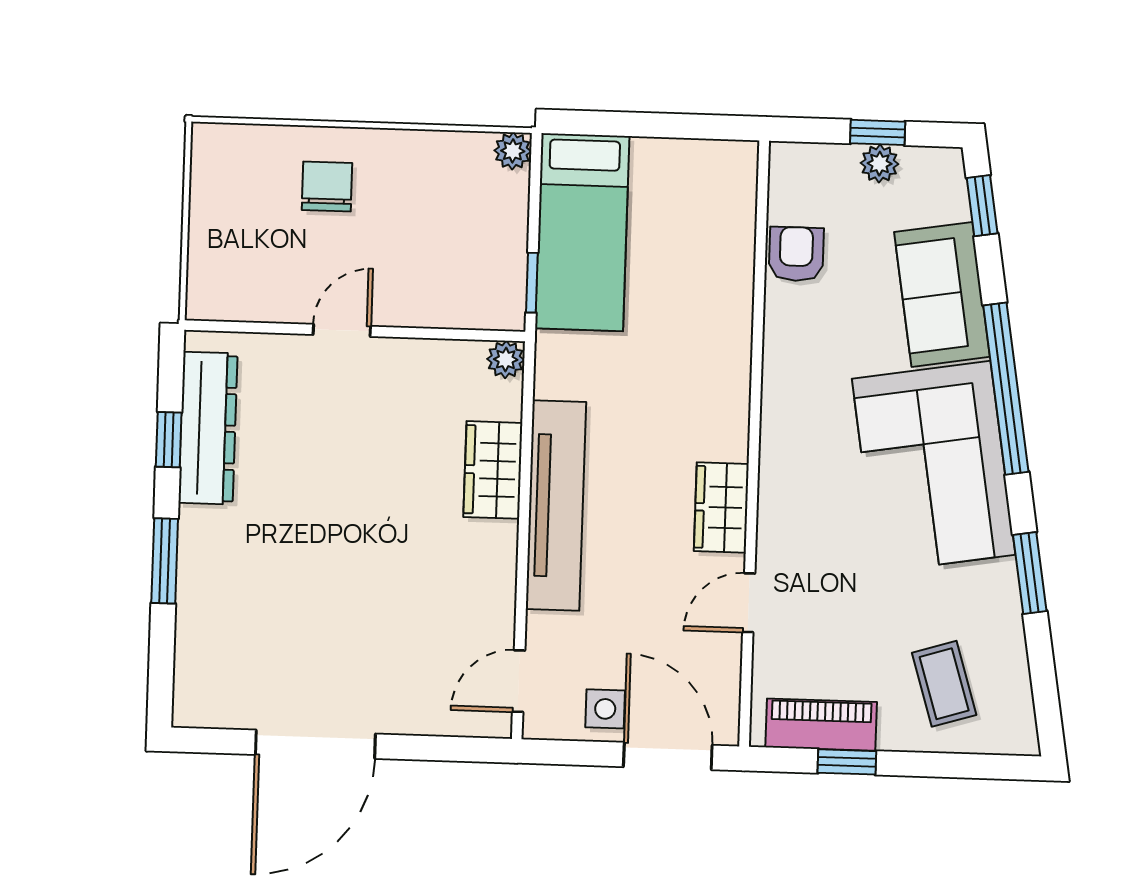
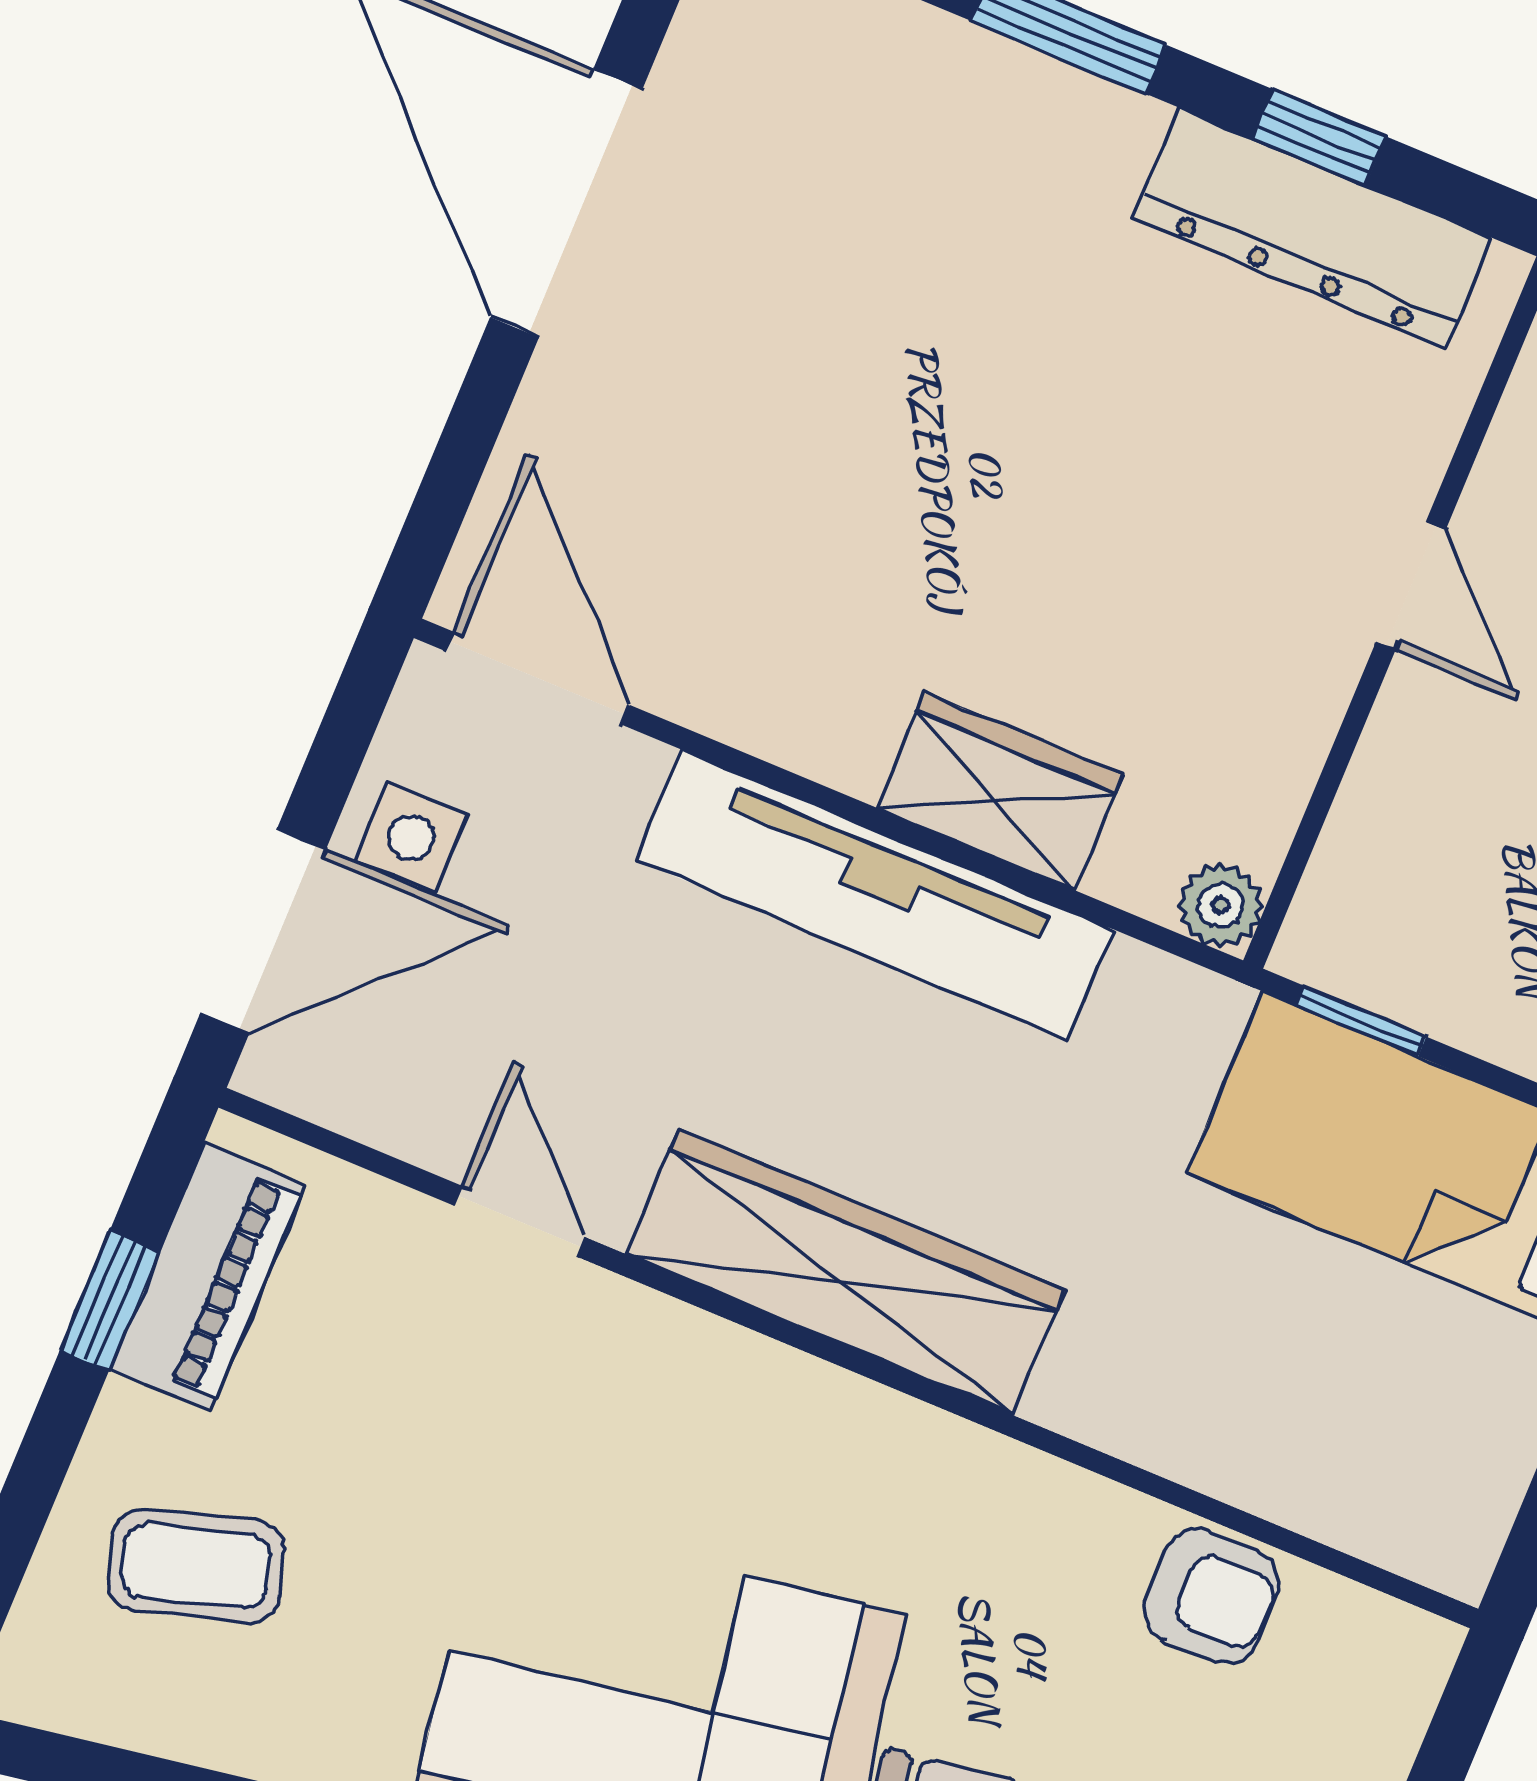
wardrobe: (721, 508) -> (846, 1272), width x2.10, depth x1.17
door: (519, 681) -> (538, 678), width x1.38

